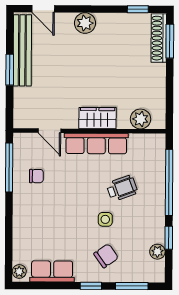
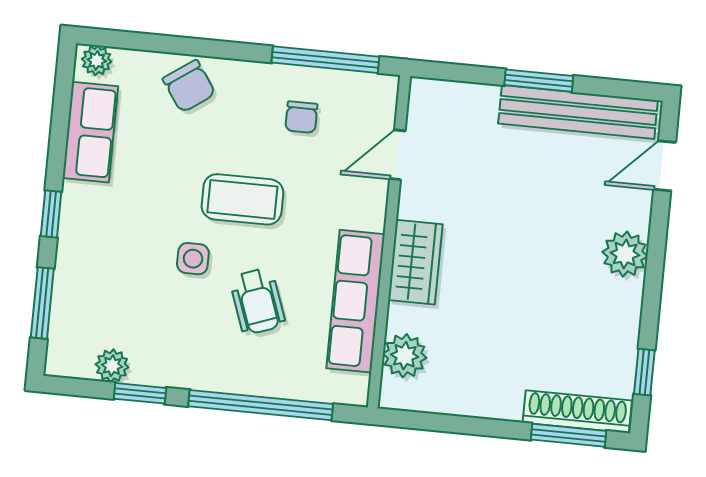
row of seats: (96, 143) -> (356, 301), moved
coffee table: (76, 199) -> (242, 199), added
chair: (106, 256) -> (189, 86), moved

